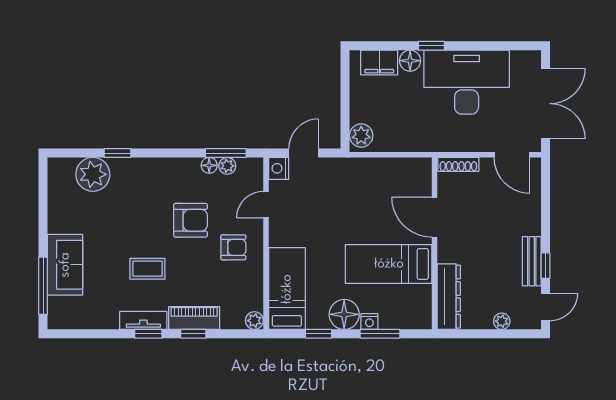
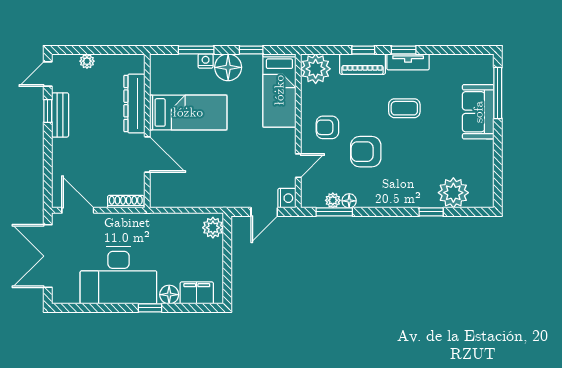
dresser: (449, 297) -> (134, 103), moved
plant: (254, 321) -> (316, 69), width x1.88, depth x1.88

